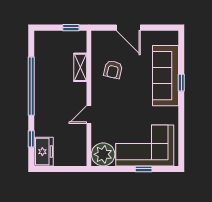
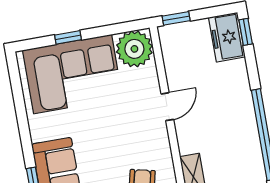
window: (31, 139) -> (246, 32), moved
window: (74, 169) -> (176, 18), added

